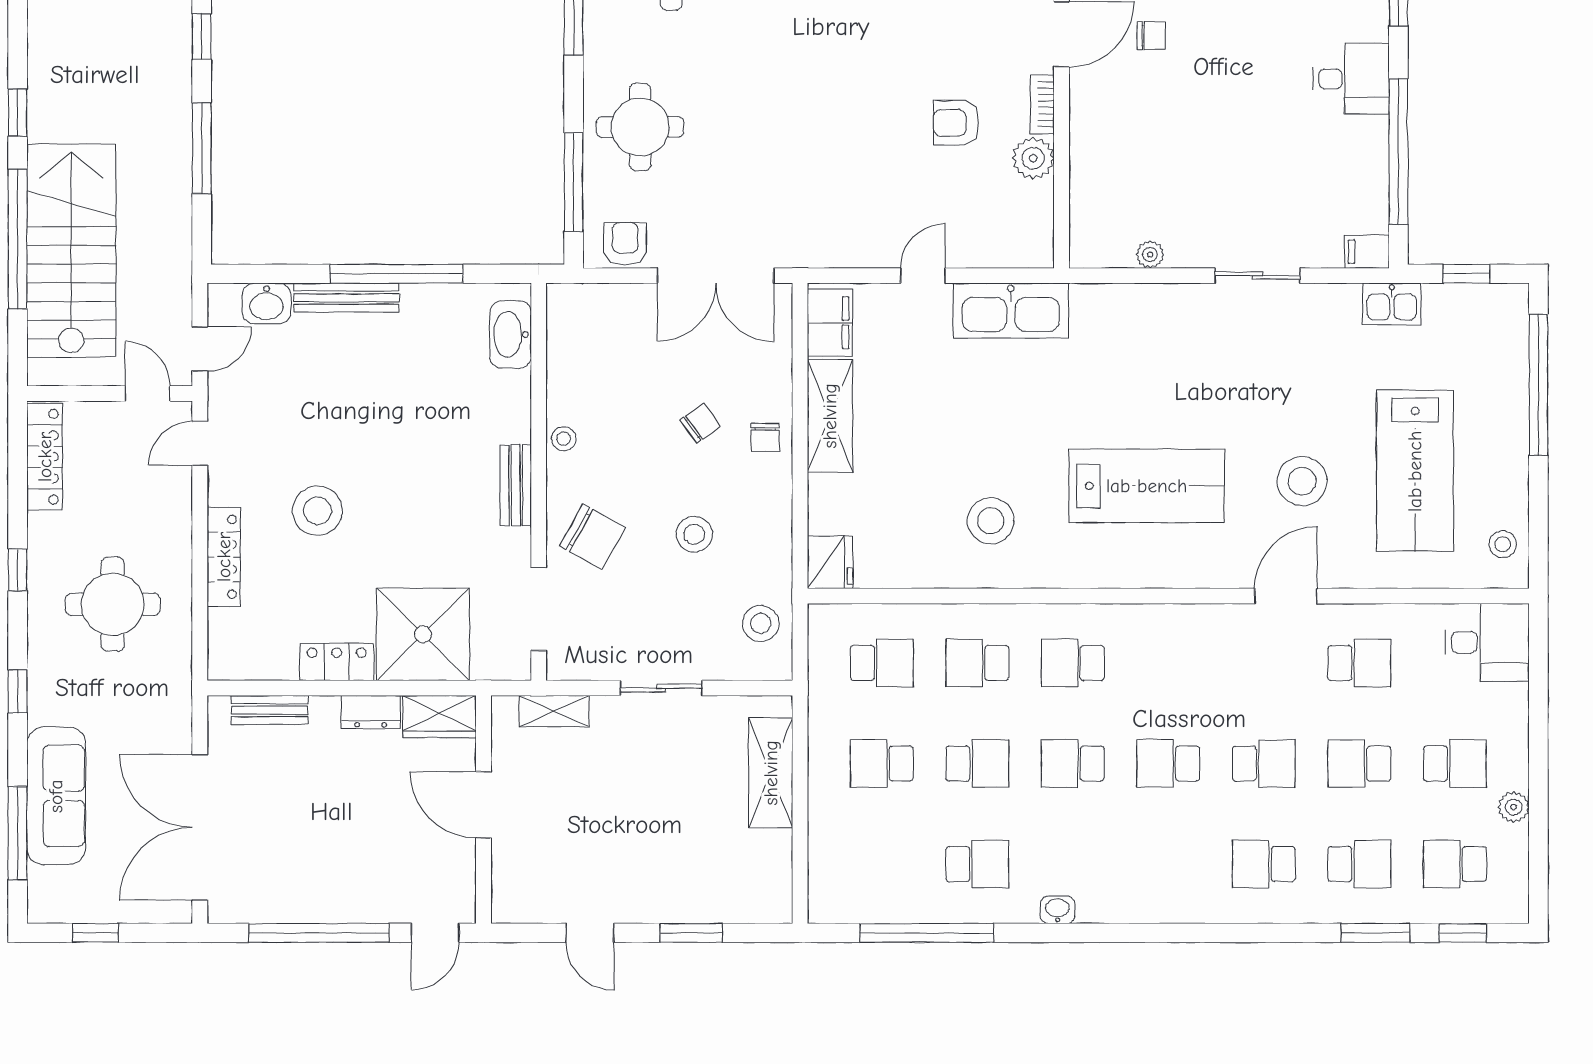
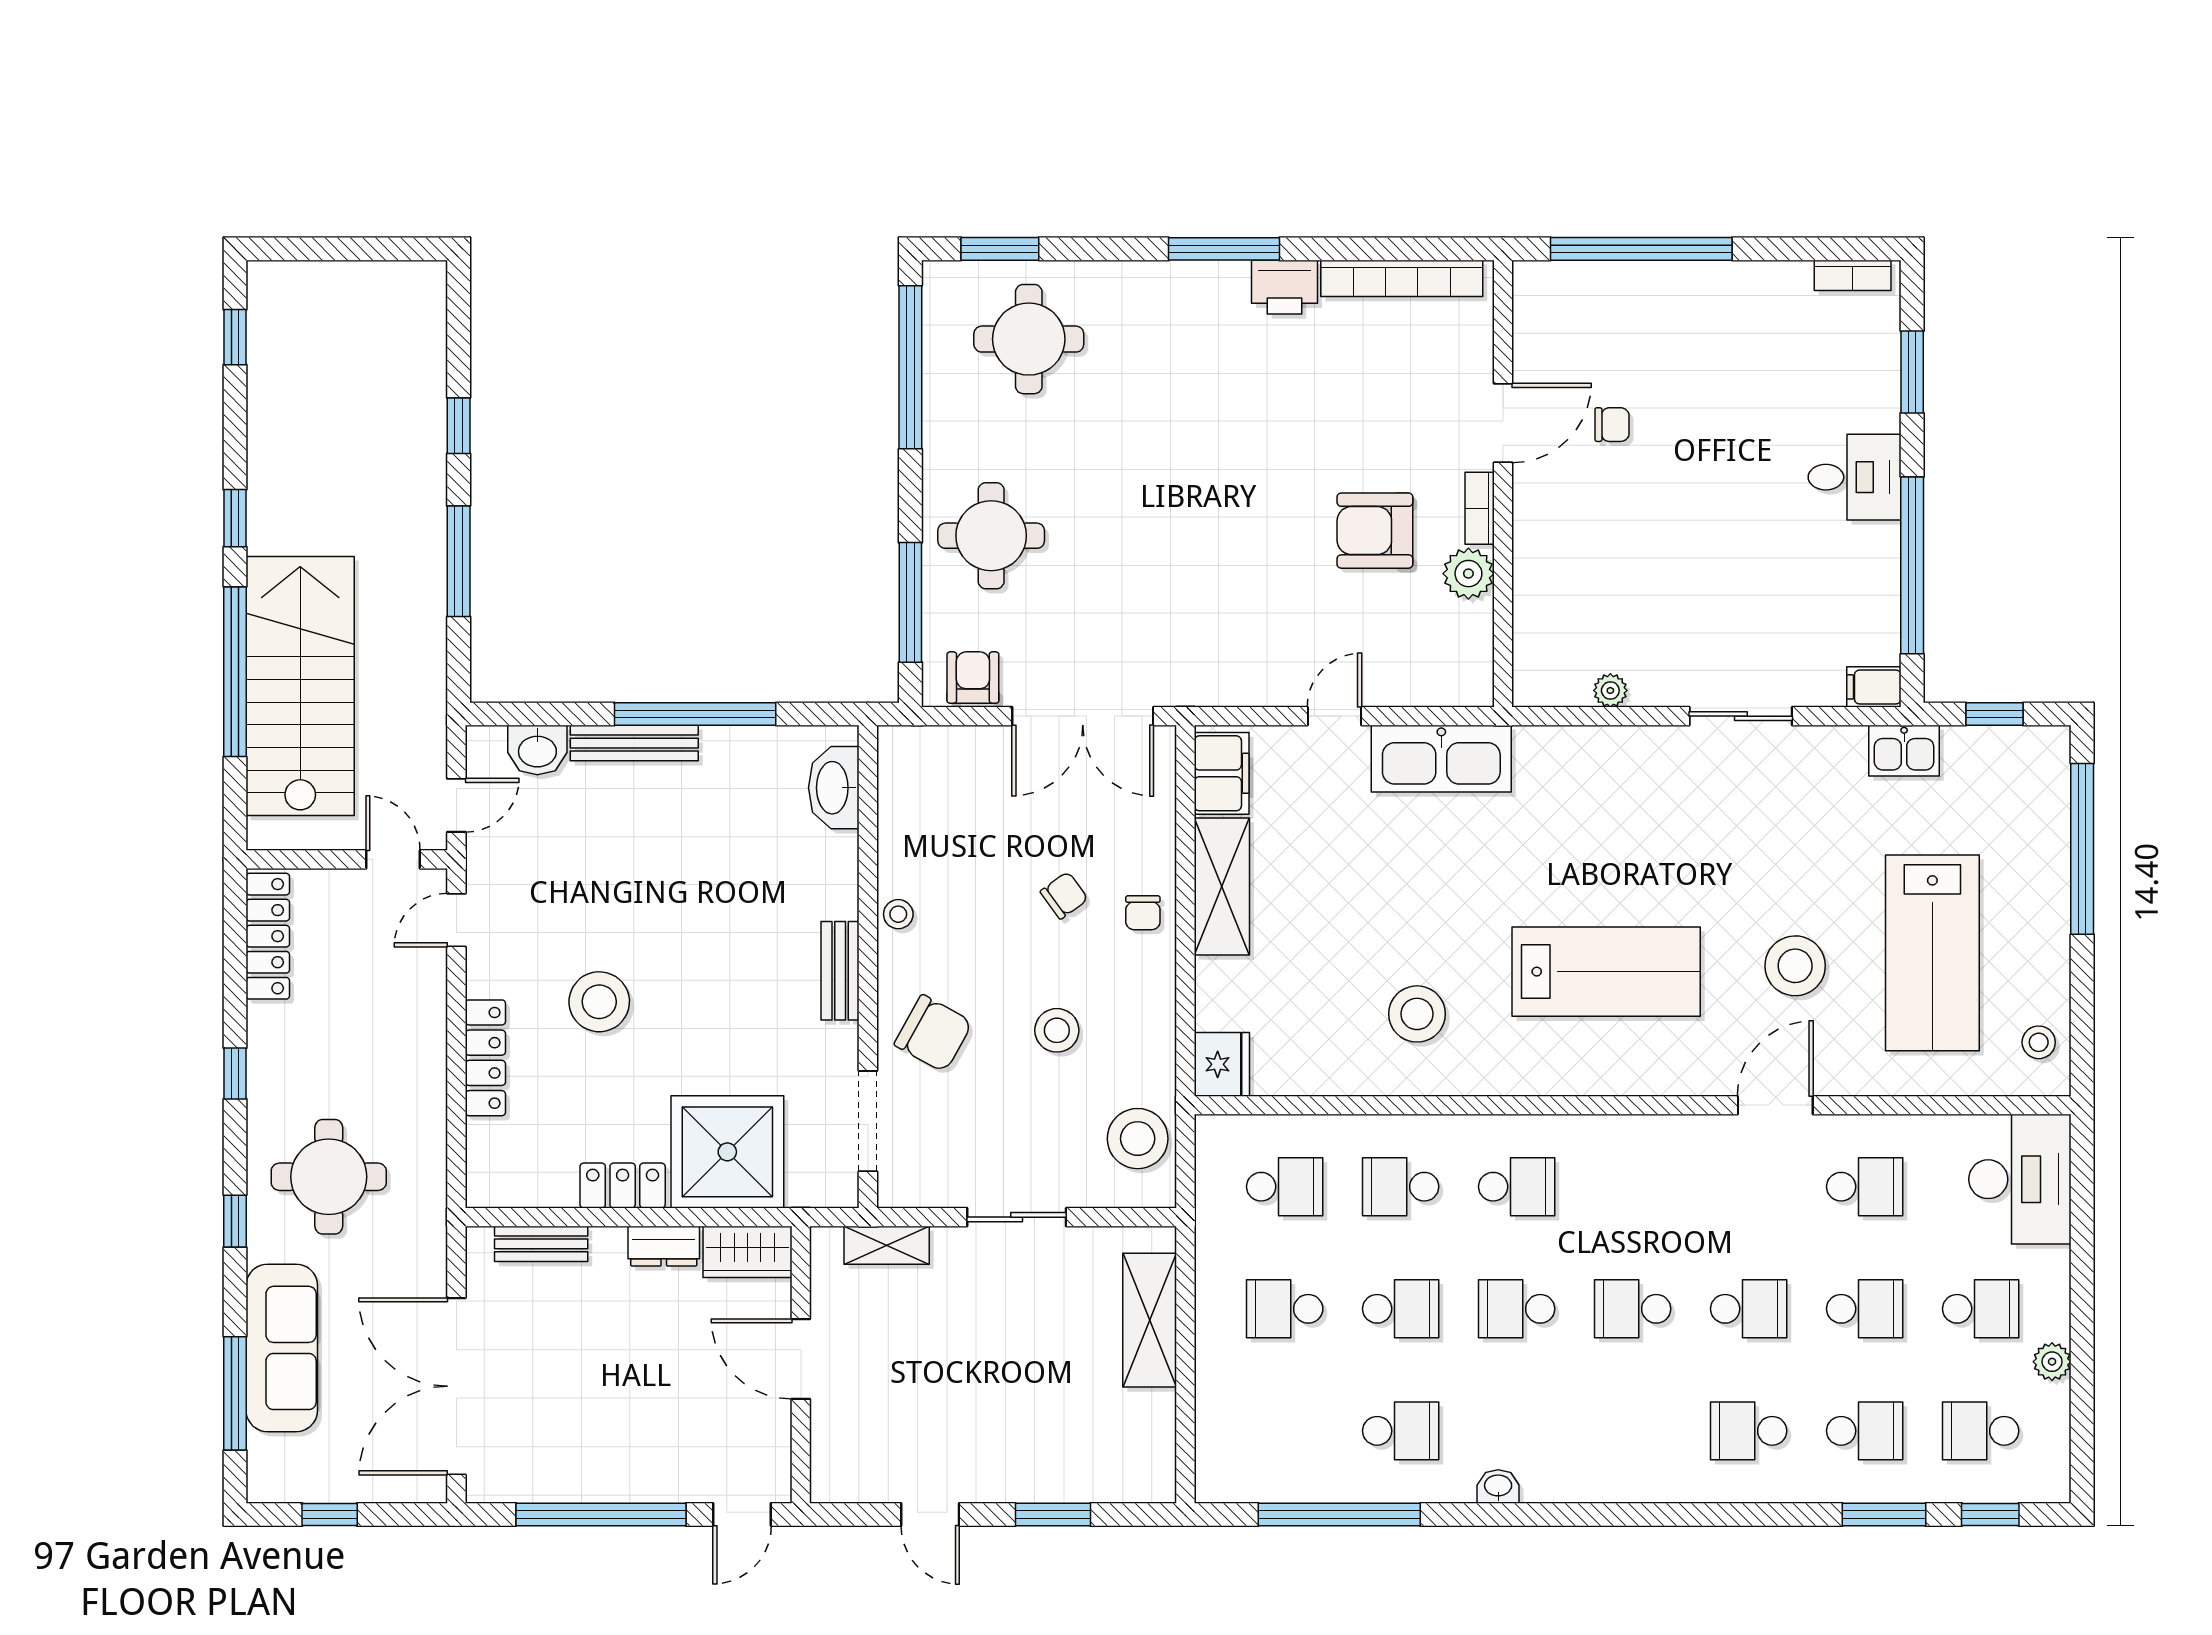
armchair: (956, 123) -> (1375, 531), width x1.38, depth x1.38
round table: (113, 604) -> (329, 1177), moved
stool: (761, 623) -> (1138, 1139), width x1.38, depth x1.38
desk: (1487, 642) -> (2020, 1179), width x1.37
school desk: (1073, 663) -> (1517, 1187), turned 180
school desk: (1359, 764) -> (1865, 1309), turned 180

